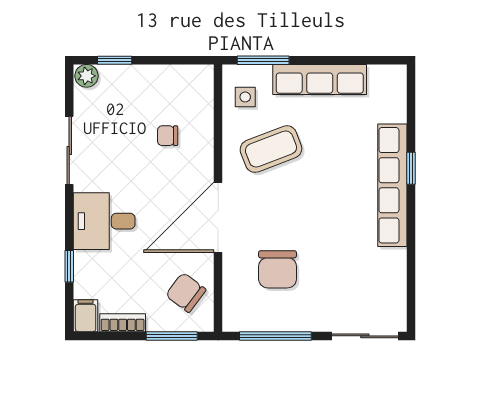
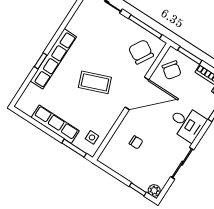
coffee table: (271, 149) -> (95, 82), moved
chair: (278, 269) -> (141, 52), moved, turned -60

